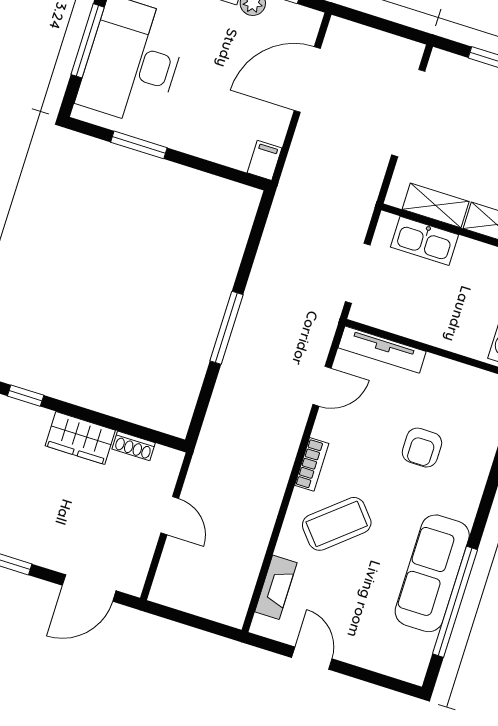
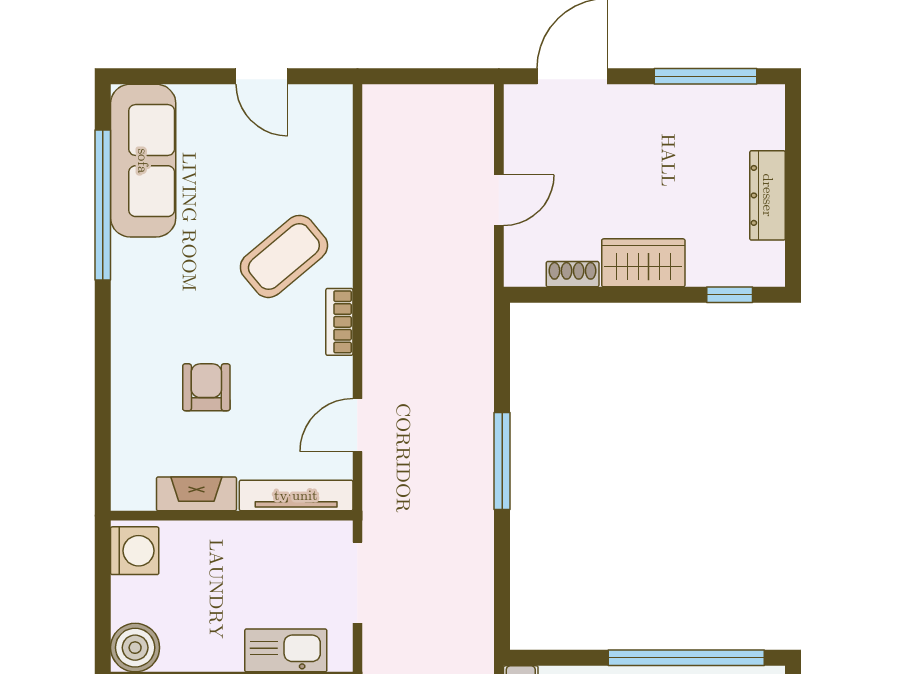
window: (139, 145) -> (686, 658), width x2.11
door: (170, 516) -> (499, 200), swing flipped
sofa: (432, 573) -> (143, 161), moved
fireplace: (276, 587) -> (196, 494), moved, turned 90

